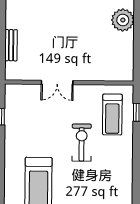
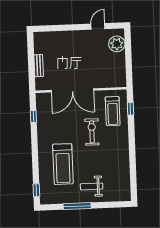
double door: (57, 82) -> (72, 90), width x1.87

